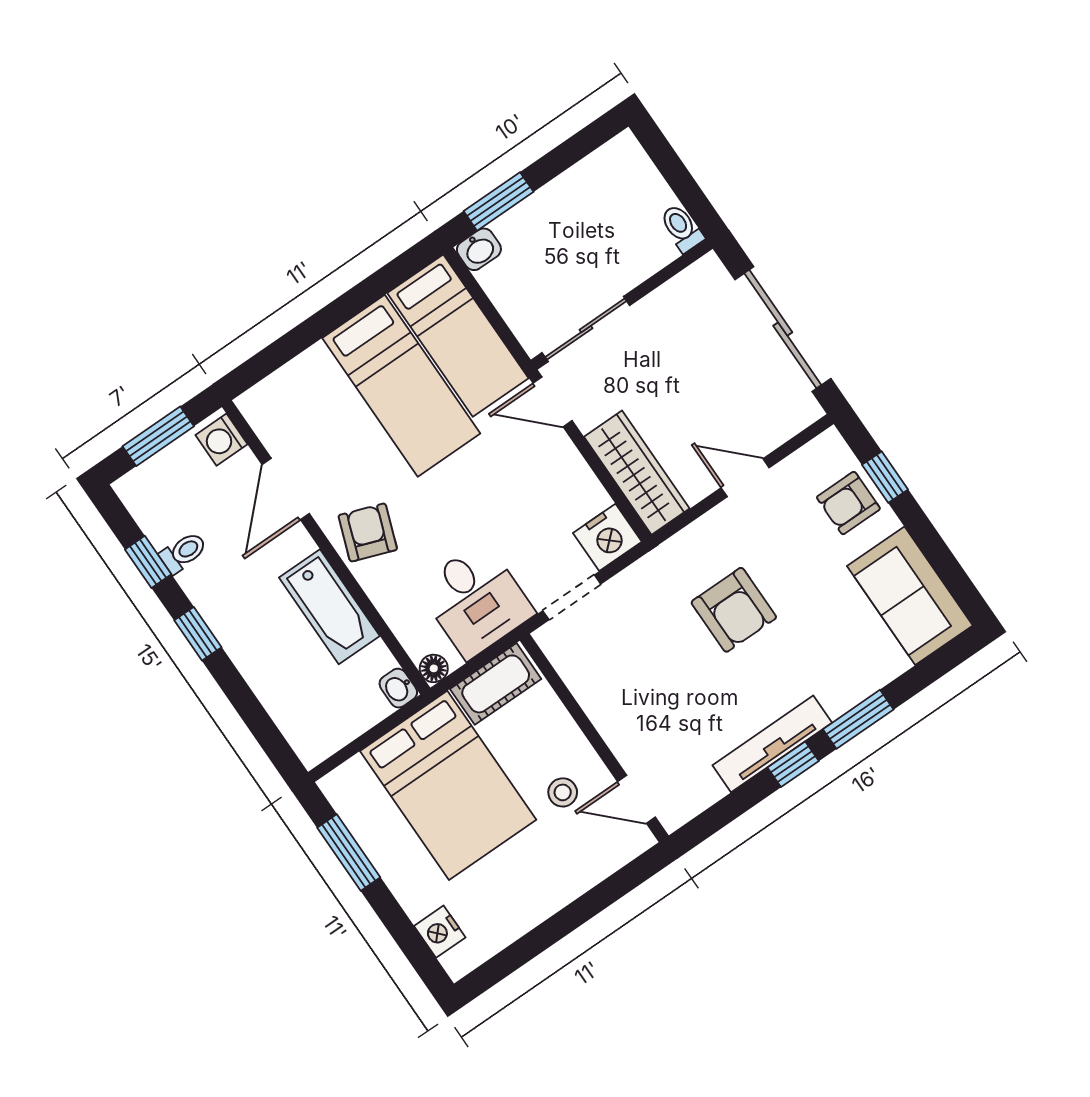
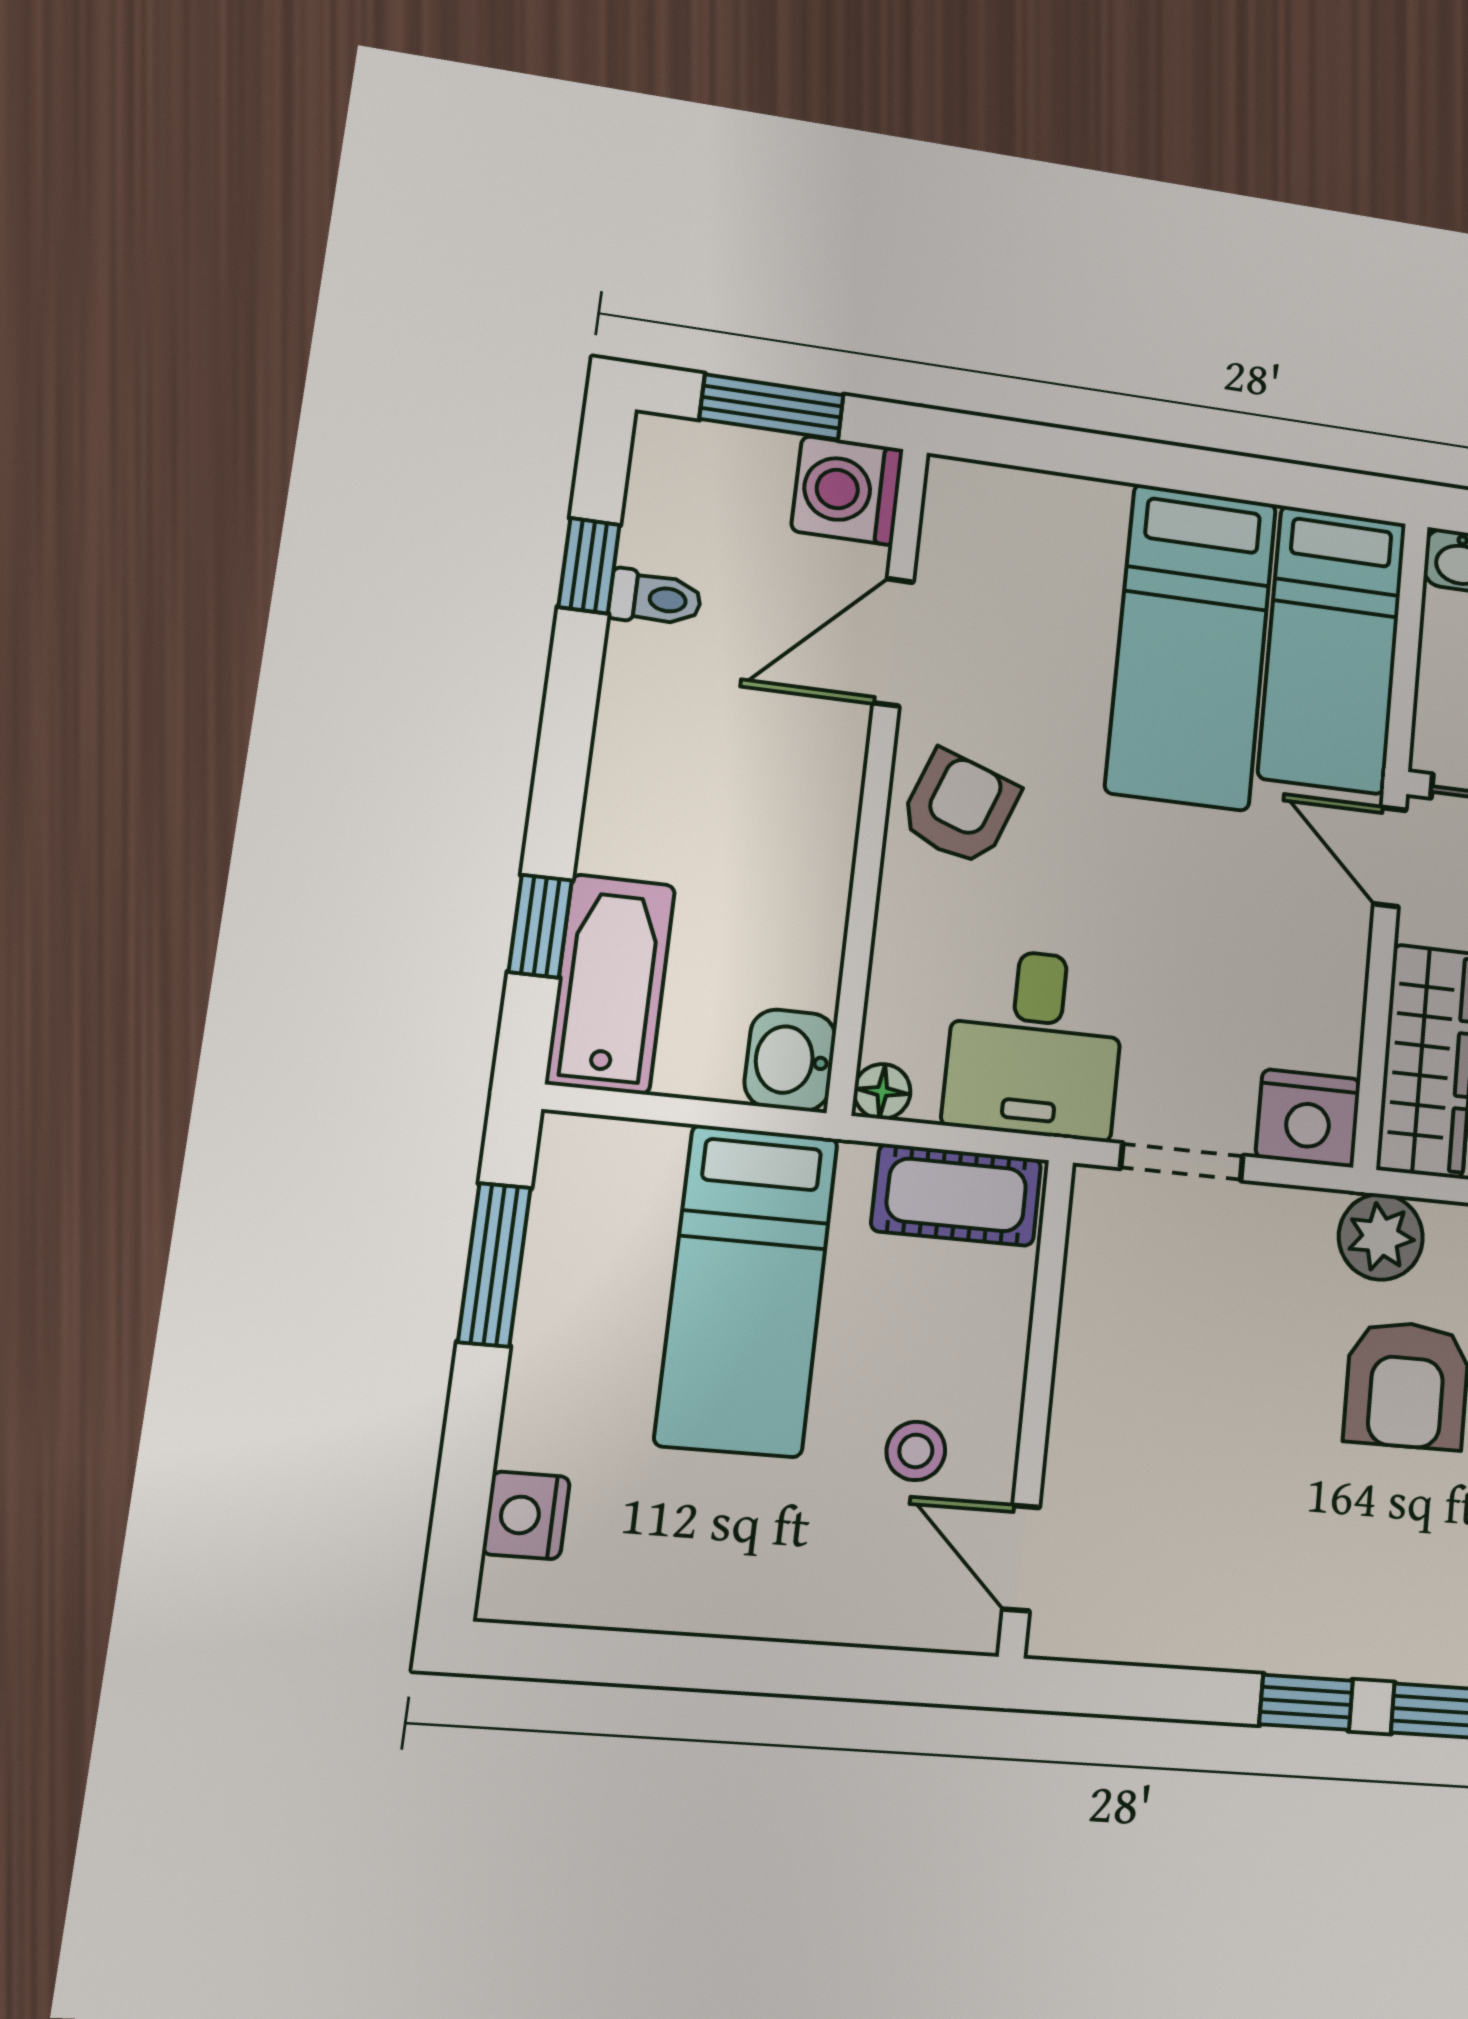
washing machine: (222, 440) -> (847, 490), width x1.38, depth x1.38
plant: (676, 560) -> (1381, 1237), added
bathtub: (329, 607) -> (611, 984), moved, turned 180
window: (198, 634) -> (540, 926), moved
washbasin: (398, 688) -> (790, 1060), width x1.38, depth x1.45
tv unit: (772, 744) -> (1300, 1643), removed
bed: (448, 785) -> (747, 1290), width x0.67

